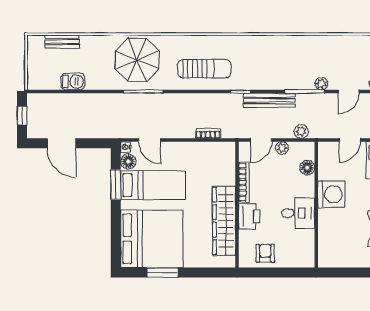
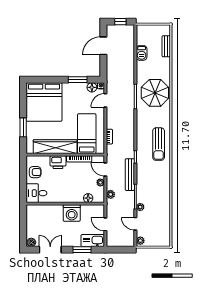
sun lounger: (204, 69) -> (159, 144), moved
bed: (153, 185) -> (87, 134), moved, turned 180
desk: (298, 213) -> (37, 193), moved, turned 90
window: (162, 273) -> (23, 127), moved

